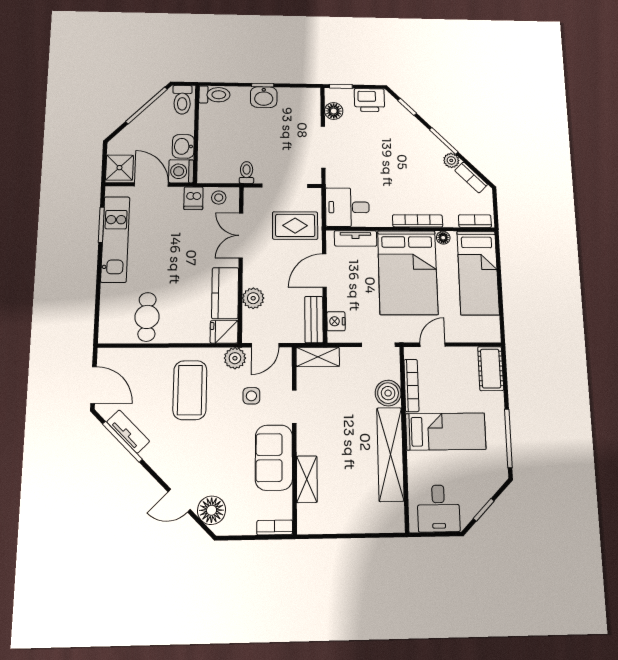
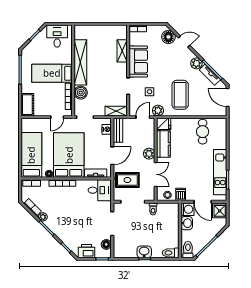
plant: (253, 298) -> (149, 154), moved
plant: (155, 455) -> (196, 63), added

